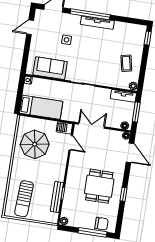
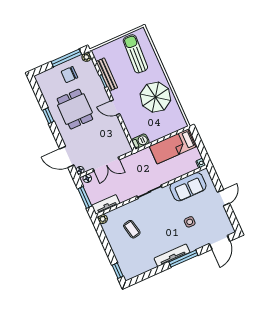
window: (90, 14) -> (183, 259), width x0.68
door: (30, 27) -> (223, 198), moved
coffee table: (126, 63) -> (132, 229), moved
double door: (91, 126) -> (106, 164), moved
door: (71, 143) -> (115, 107), moved
parasol: (35, 144) -> (155, 97), moved
chair: (101, 224) -> (69, 75), moved
window: (93, 232) -> (66, 58), moved

